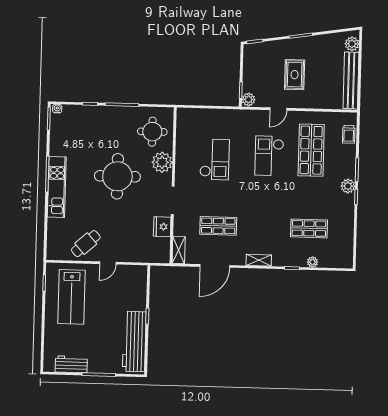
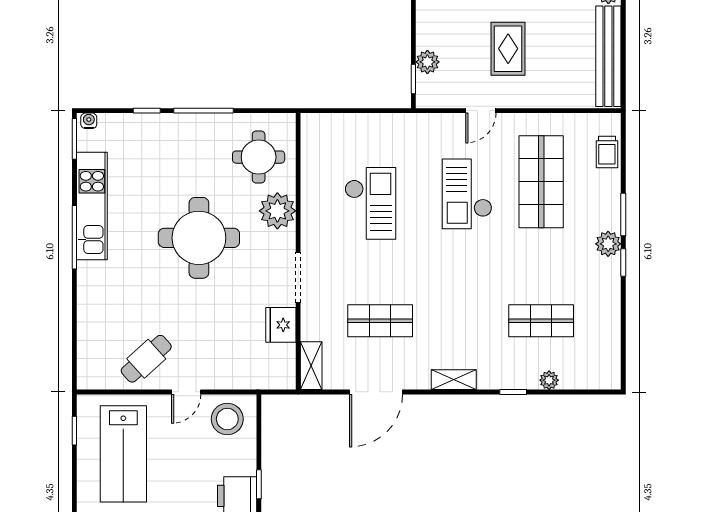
plant: (248, 99) -> (427, 62), moved
kitchen unit: (57, 187) -> (92, 206), moved
stool: (131, 279) -> (227, 419), added

